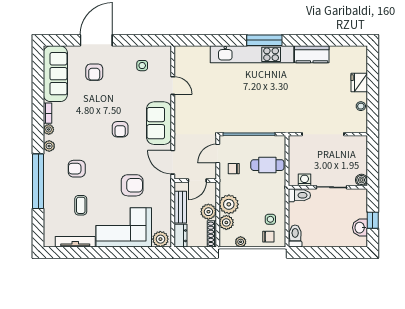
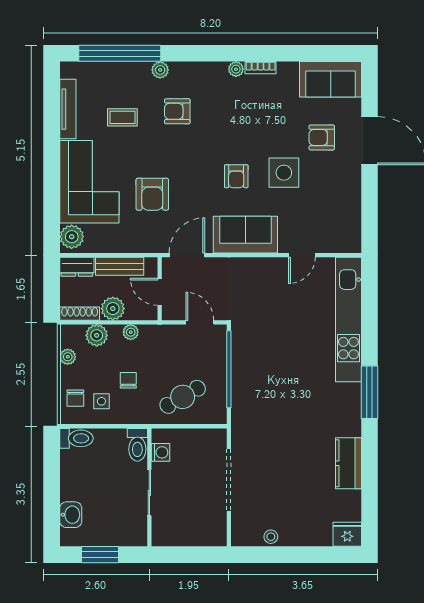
kitchen unit: (252, 54) -> (348, 319), moved
side table: (142, 66) -> (284, 173), moved, width x1.87, depth x1.87
sofa: (55, 74) -> (331, 79), width x0.73
fridge: (359, 83) -> (347, 534), moved
armchair: (120, 129) -> (236, 176), turned -90
plant: (49, 146) -> (160, 70), moved
cafe table: (267, 165) -> (183, 397), turned 60
armchair: (77, 169) -> (177, 111), turned -90
chair: (234, 169) -> (128, 380), moved
boiler: (361, 180) -> (160, 538), removed
window: (38, 181) -> (120, 53), moved
plant: (229, 204) -> (131, 332), width x0.53, depth x0.53
window: (373, 220) -> (100, 555), width x1.50
washbasin: (360, 228) -> (71, 515), moved, turned 90

